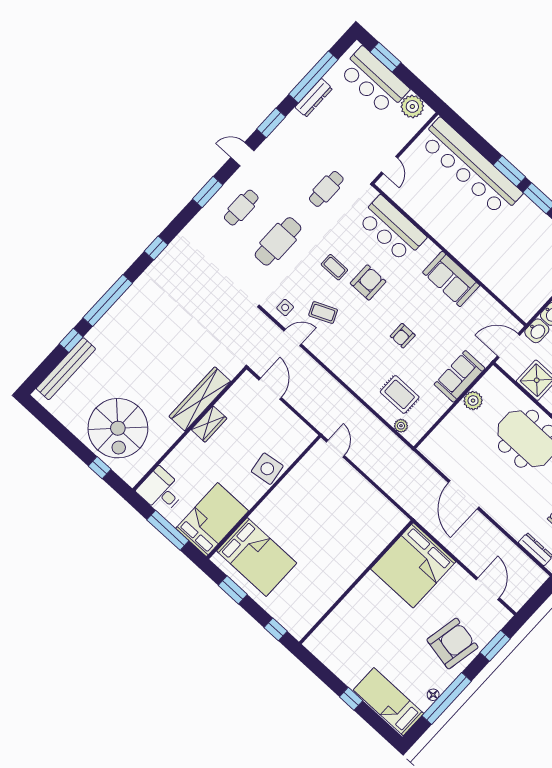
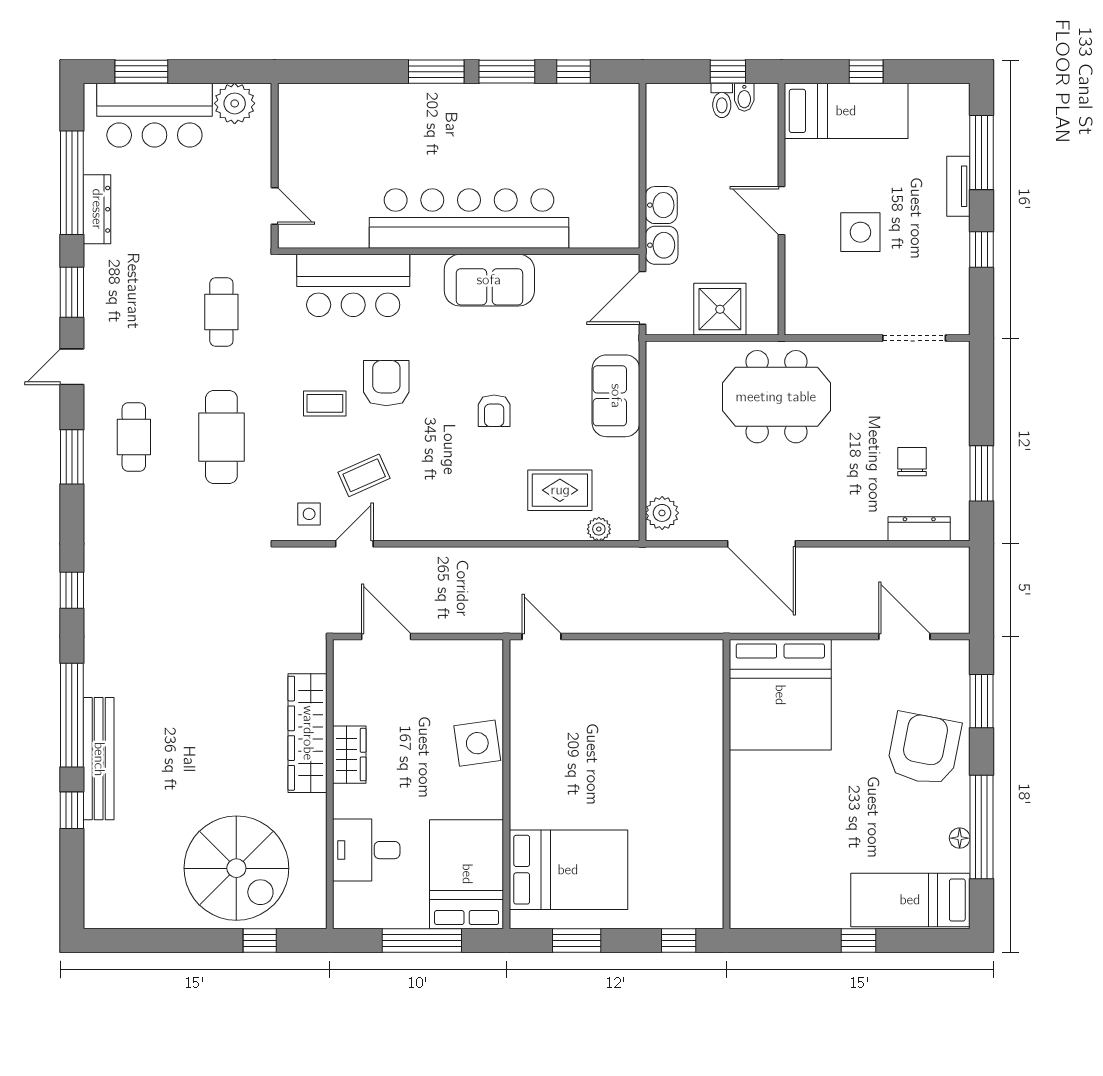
bar counter: (470, 167) -> (469, 218), moved, turned 180
bench: (66, 369) -> (99, 759), moved
plant: (473, 401) -> (662, 513), moved
desk: (161, 491) -> (366, 850), moved

